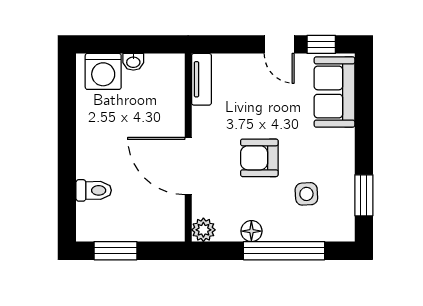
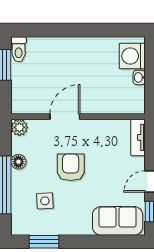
tv unit: (201, 79) -> (138, 137), moved, turned 90
door: (188, 166) -> (65, 117), width x0.73
toilet: (94, 190) -> (19, 49), moved

